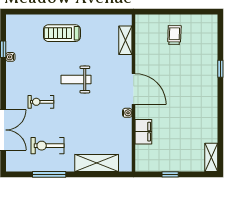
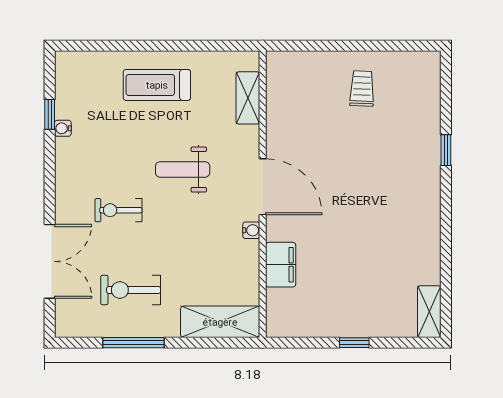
shelving: (125, 40) -> (248, 98), moved
door: (134, 89) -> (263, 187), moved
wall: (134, 93) -> (263, 194), moved
water cooler: (127, 113) -> (251, 230), moved
filing cabinet: (143, 132) -> (281, 265), moved

